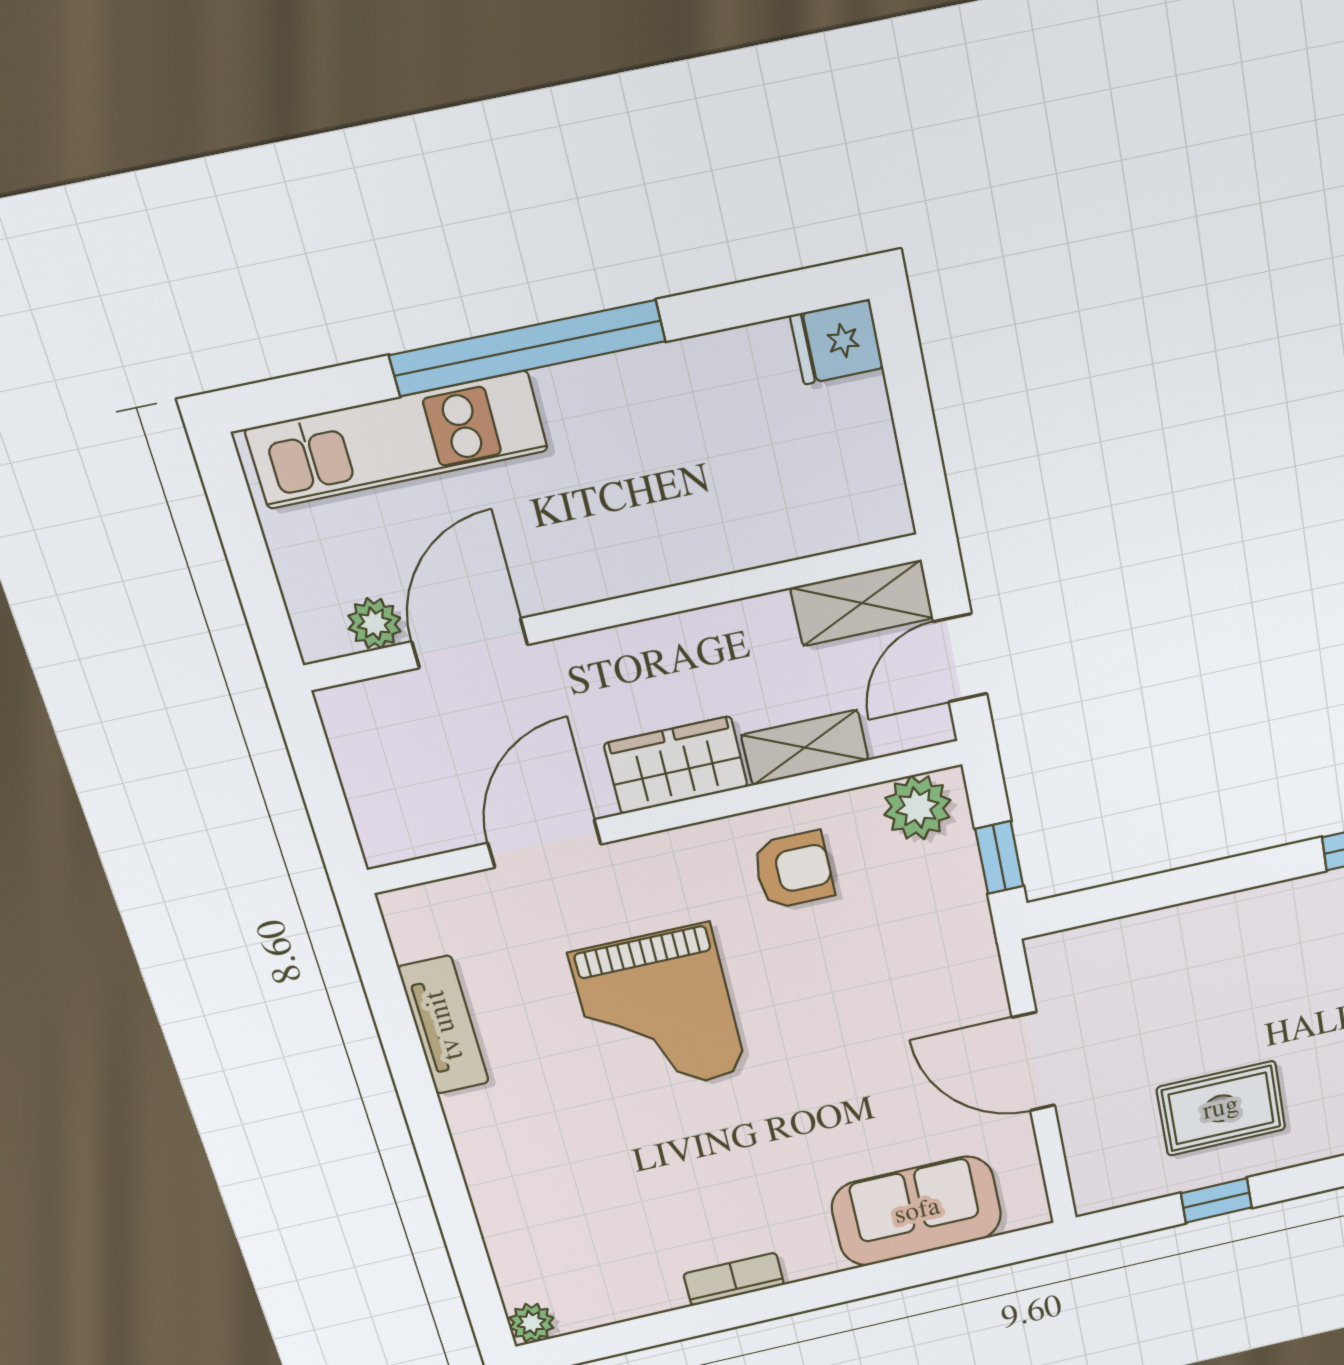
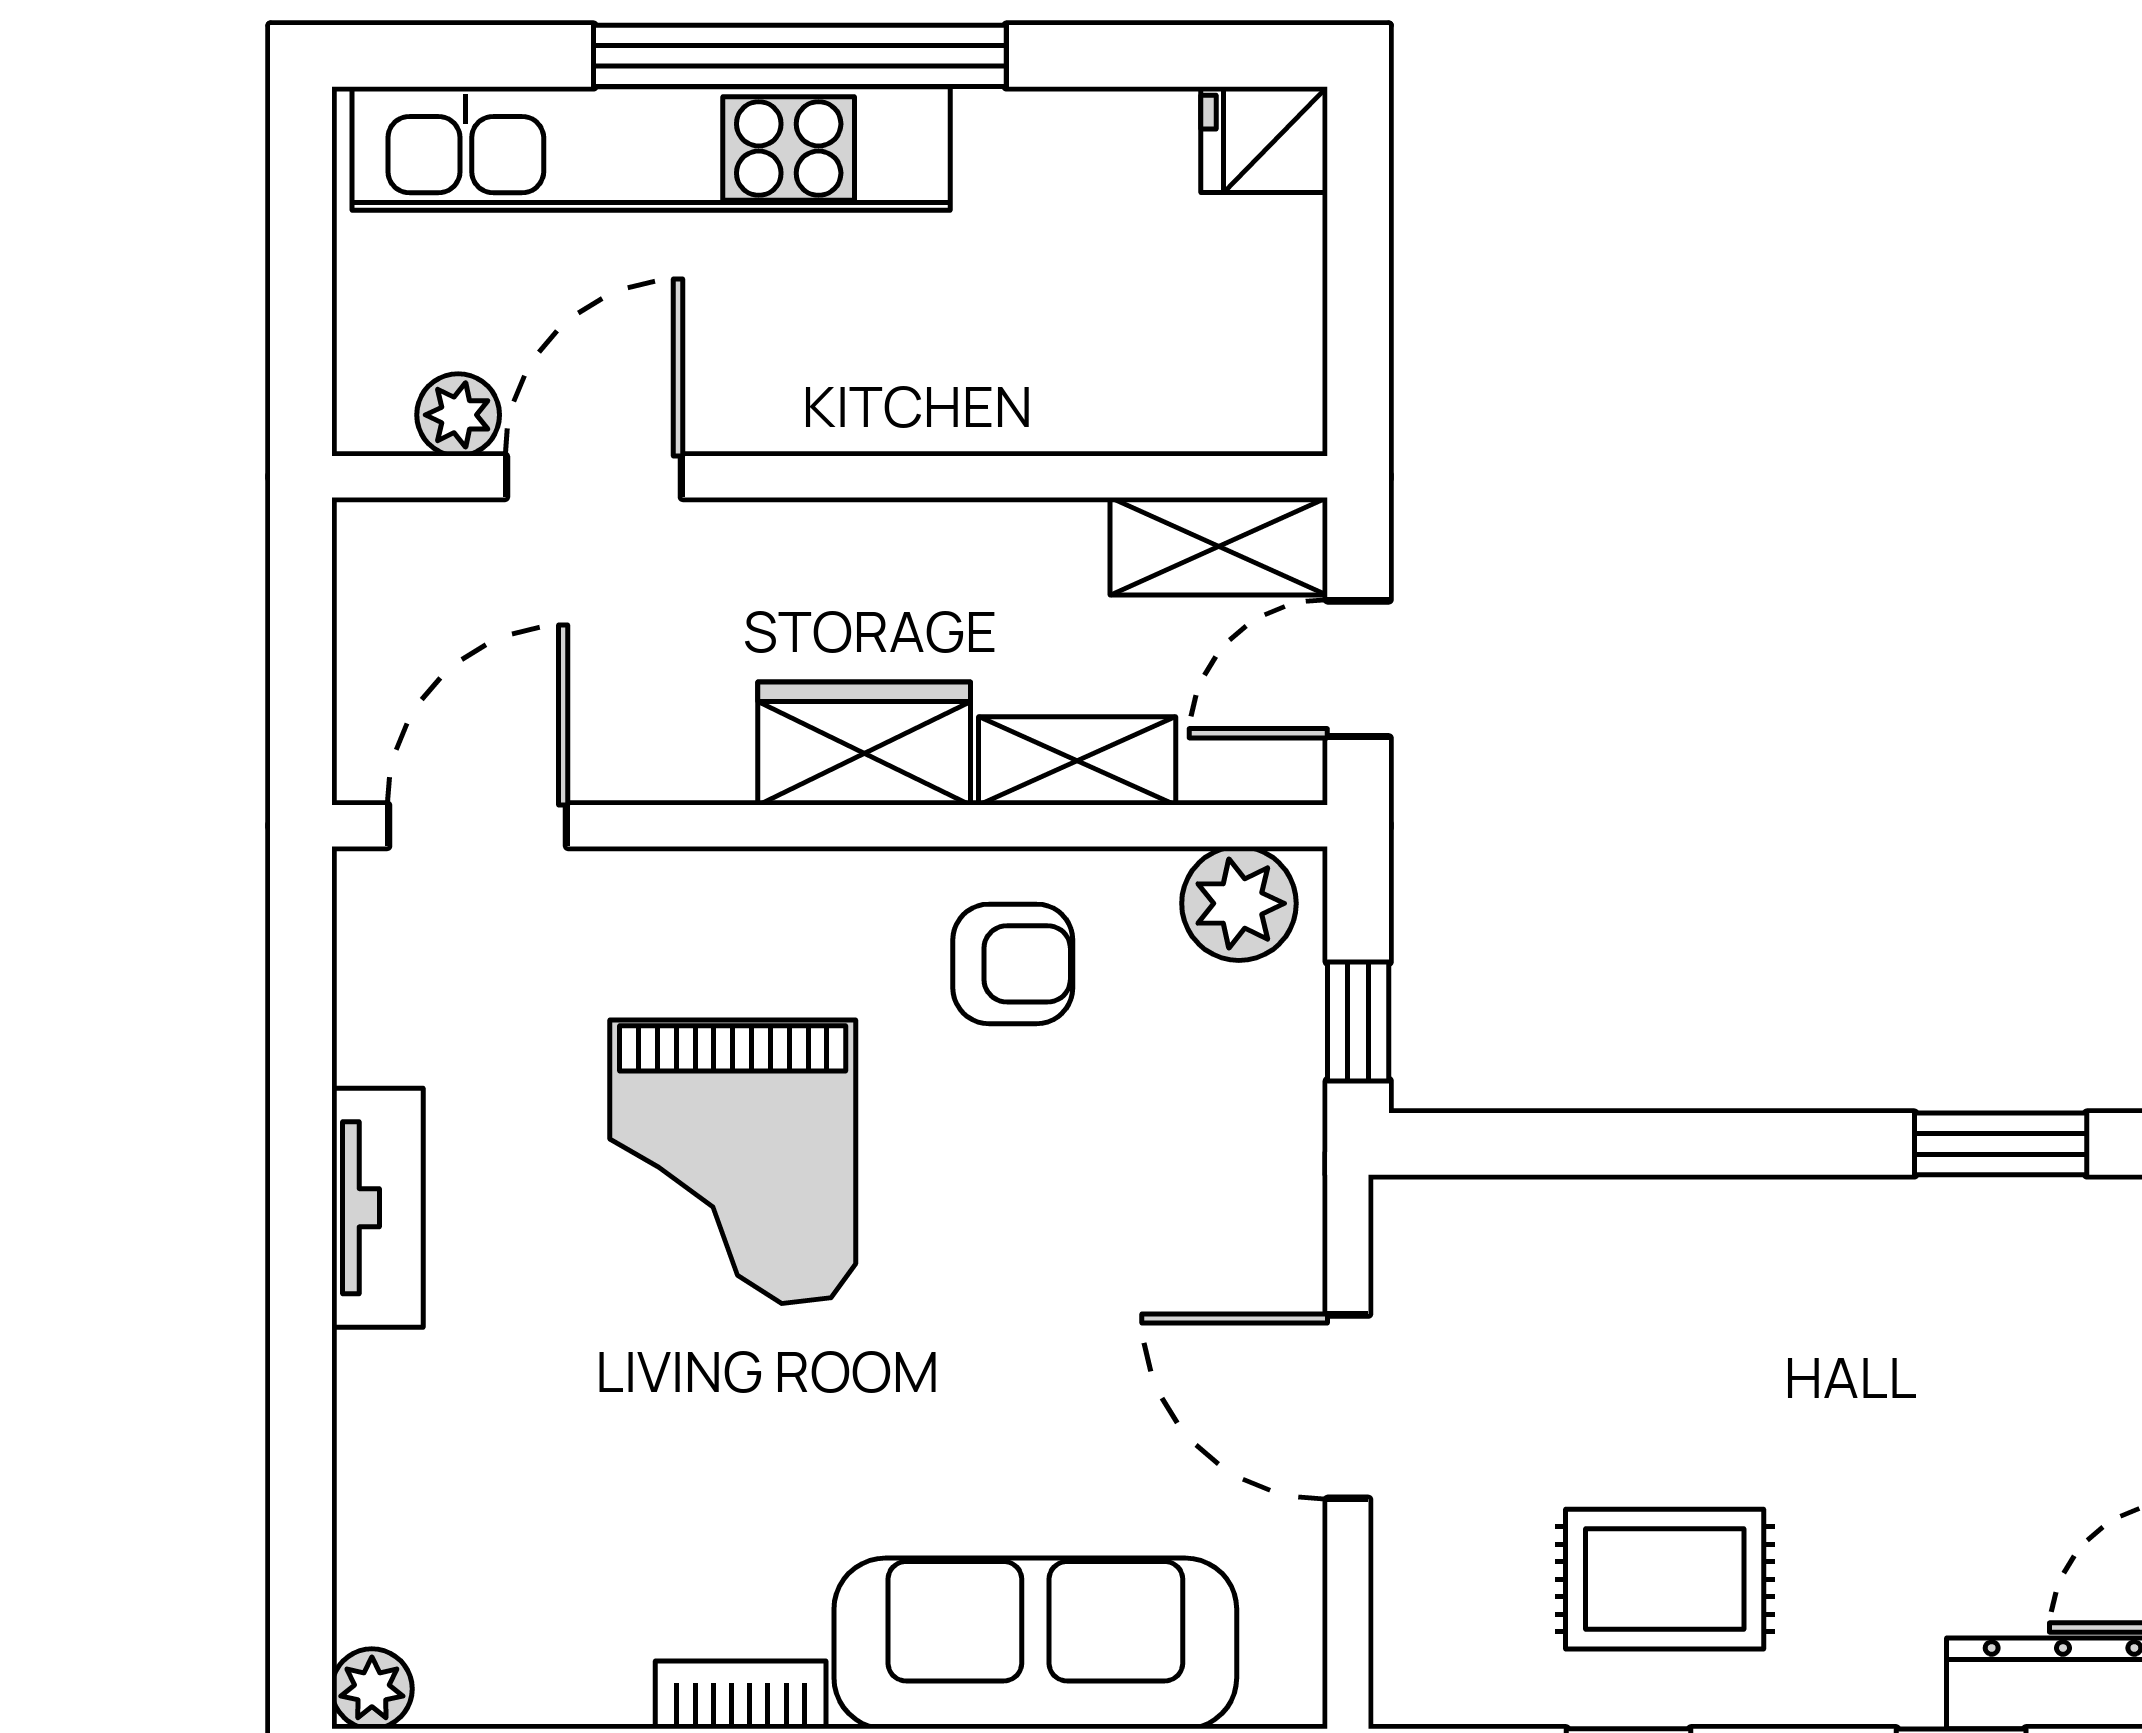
kitchen unit: (397, 440) -> (651, 149), width x1.36
door: (544, 844) -> (478, 826), moved
tv unit: (444, 1025) -> (377, 1208), moved
sofa: (917, 1211) -> (1035, 1643), width x1.36

